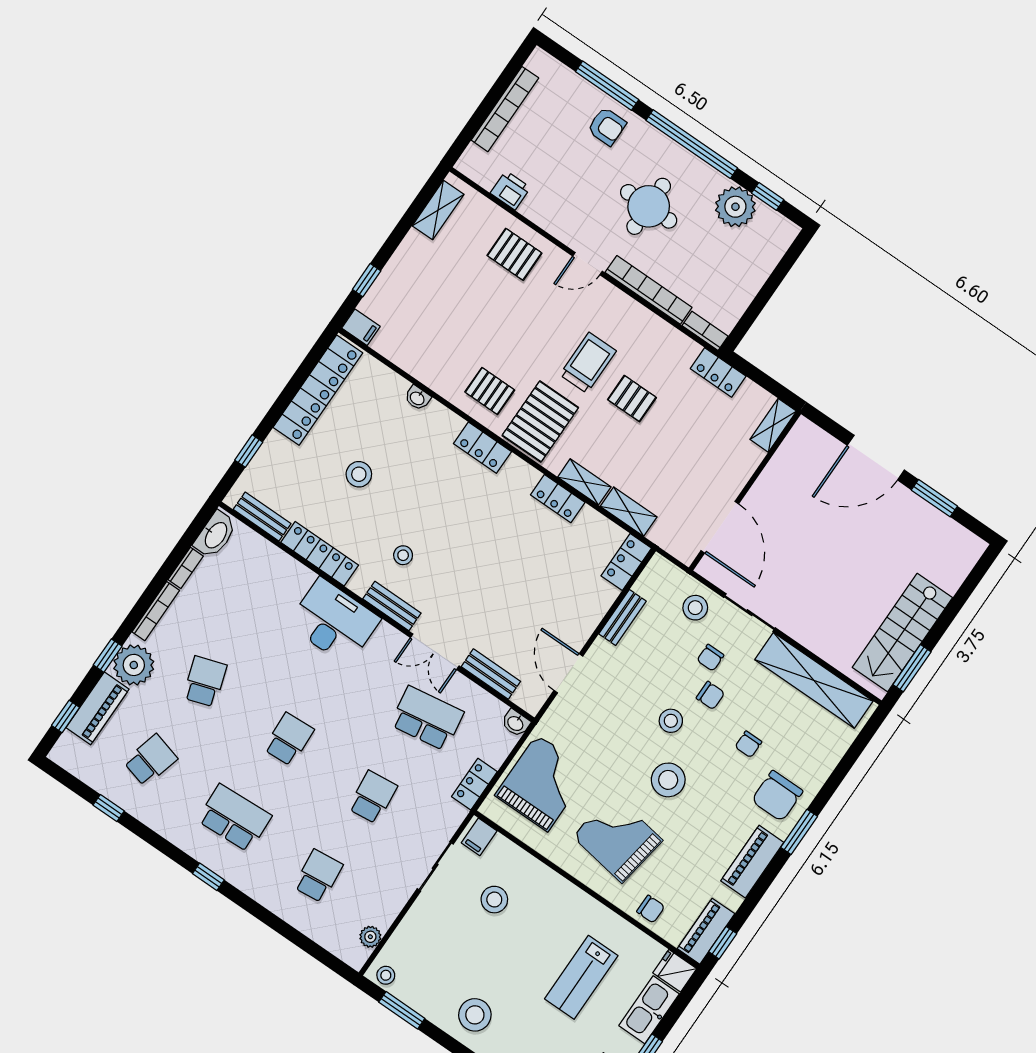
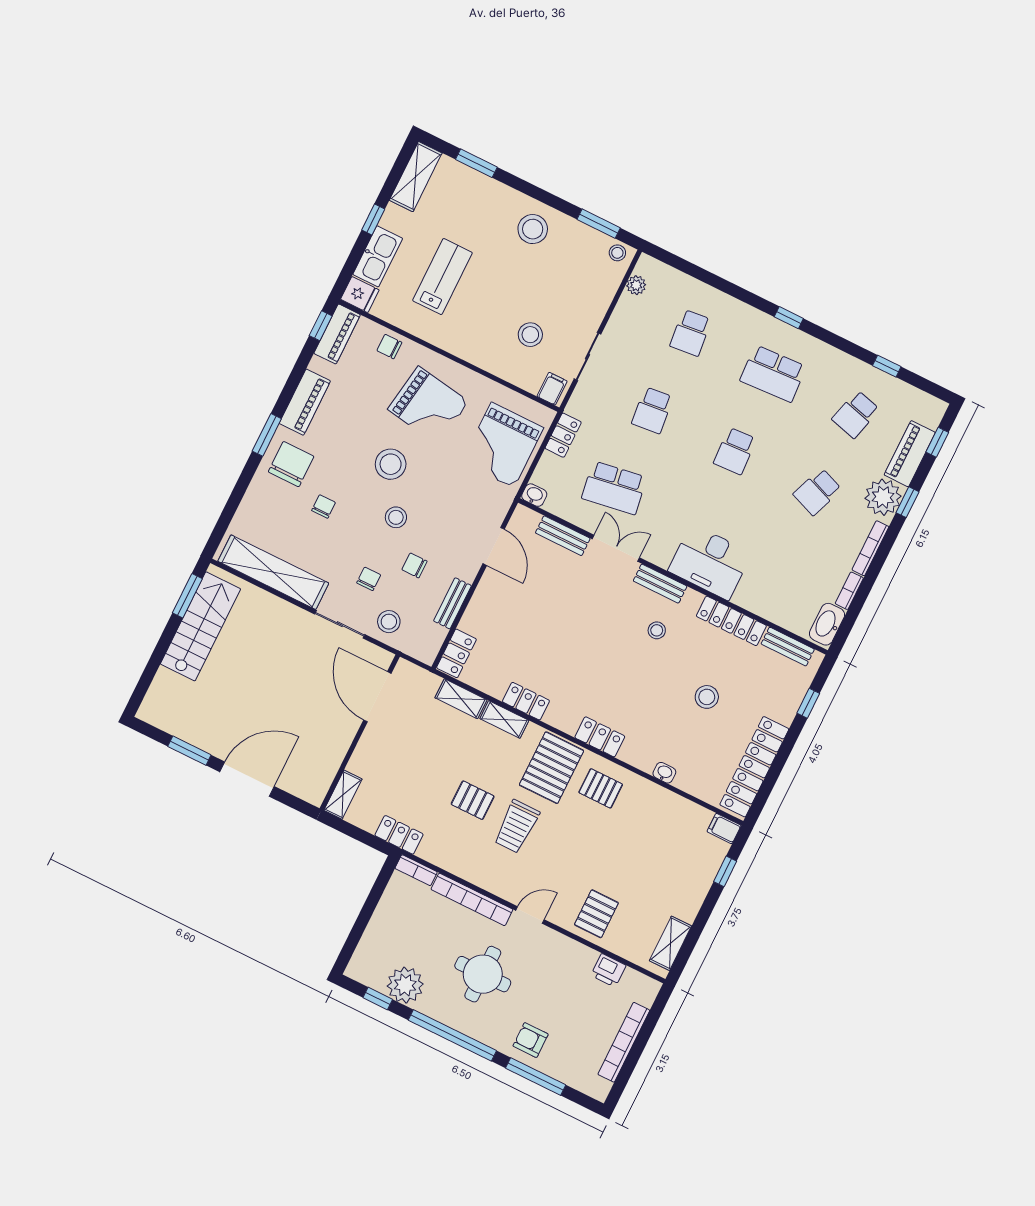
pallet: (514, 254) -> (596, 914), turned 90
school desk: (205, 681) -> (817, 492), turned 39
chair: (710, 695) -> (414, 565), moved

